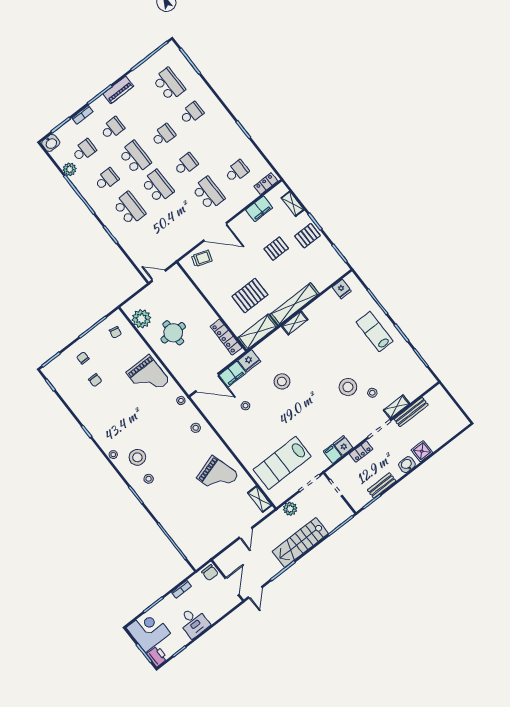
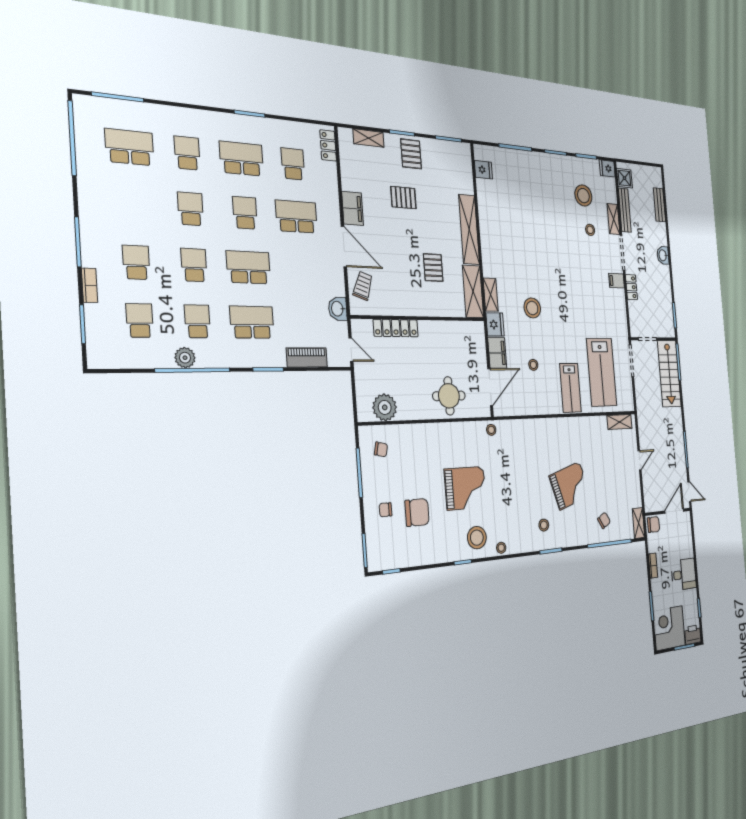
piano: (118, 90) -> (307, 357), moved, turned -90
school desk: (214, 142) -> (241, 159), added
washbasin: (51, 143) -> (338, 309), moved, turned 180
school desk: (135, 157) -> (194, 265), width x0.54
plant: (70, 169) -> (185, 358), moved
filing cabinet: (259, 209) -> (353, 208), moved
door: (215, 232) -> (344, 247), hinge flipped
pallet: (276, 249) -> (403, 198), turned 90
door: (159, 276) -> (351, 350), swing flipped
pallet: (250, 296) -> (433, 268), width x0.67, depth x0.71
shelving: (295, 323) -> (491, 295), moved
lab bench: (375, 332) -> (570, 388), moved, turned -90
round table: (173, 333) -> (449, 396), moved
locker: (226, 337) -> (396, 328), moved
grand piano: (148, 377) -> (465, 488), moved
chair: (95, 380) -> (417, 512), width x1.87, depth x1.87
stool: (348, 387) -> (583, 196), moved
stool: (196, 428) -> (525, 435), removed
fridge: (343, 446) -> (607, 168), moved
shower: (422, 451) -> (624, 178), moved
filing cabinet: (332, 454) -> (616, 281), moved
stool: (137, 457) -> (477, 538), moved
grand piano: (218, 476) -> (570, 486), moved
bench: (382, 485) -> (659, 205), moved
plant: (290, 509) -> (642, 398), removed
chair: (184, 527) -> (604, 520), added
door: (246, 533) -> (640, 460), hinge flipped
stairs: (300, 542) -> (669, 374), moved
shelving: (202, 558) -> (639, 523), added
door: (232, 586) -> (674, 511), hinge flipped

